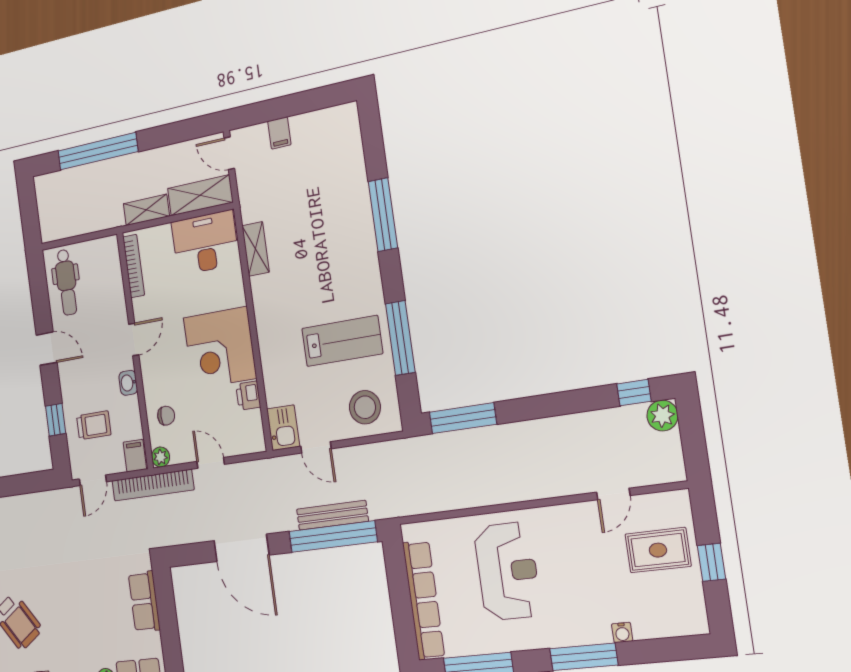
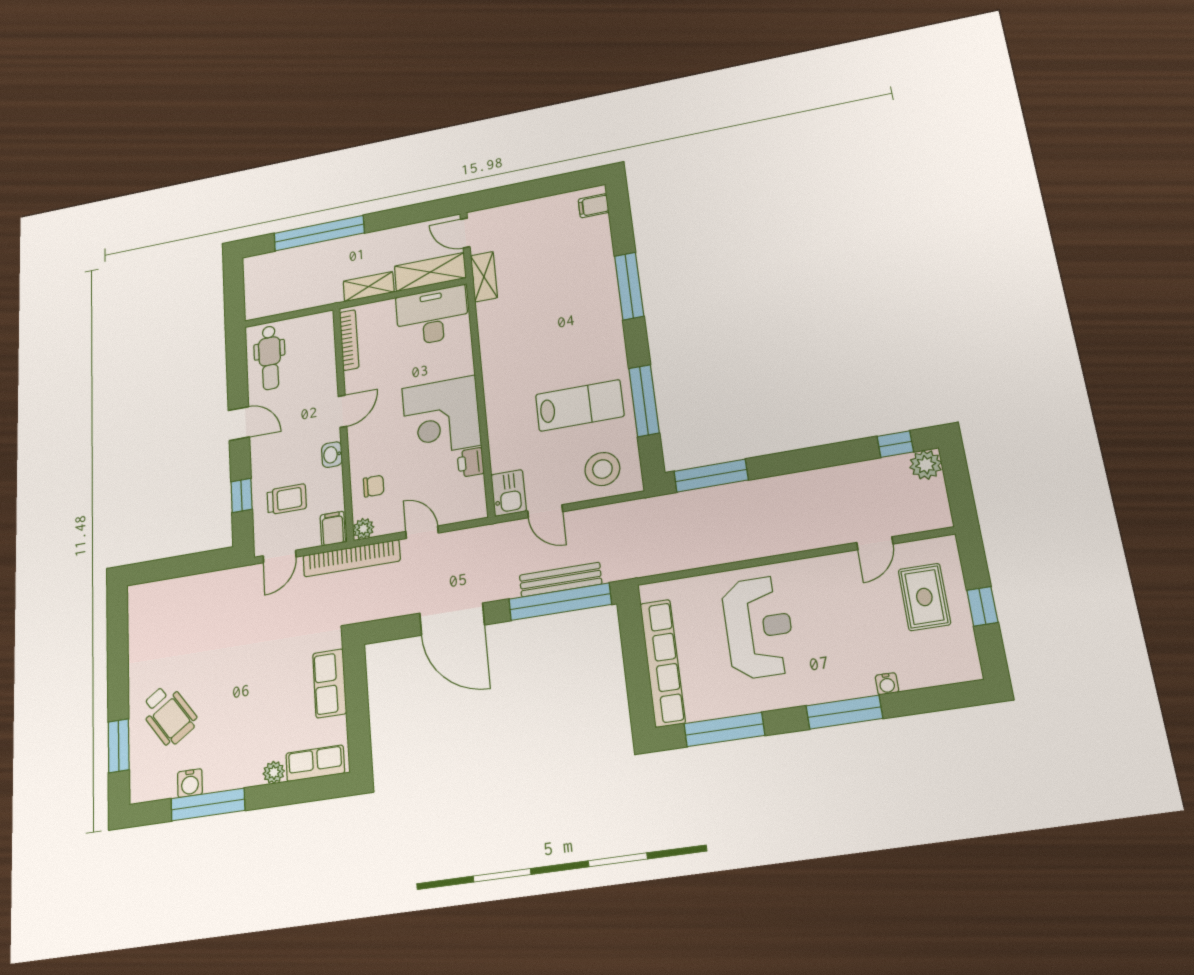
filing cabinet: (279, 133) -> (594, 206), moved, turned 90
shelving: (256, 249) -> (484, 277), moved
rug: (658, 550) -> (924, 597), turned 90

